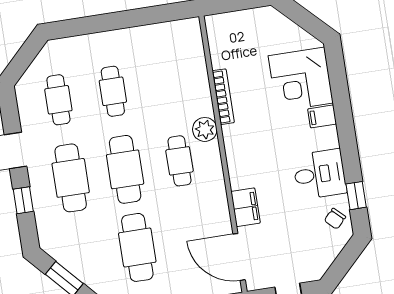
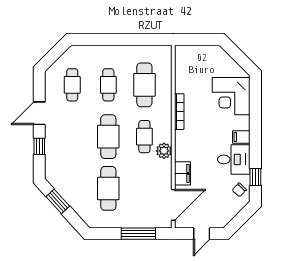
bookcase: (223, 97) -> (179, 112), moved
filing cabinet: (322, 116) -> (241, 137), moved
plant: (205, 129) -> (164, 151), moved
cafe table: (71, 178) -> (144, 85), moved
door: (239, 257) -> (173, 205), swing flipped

